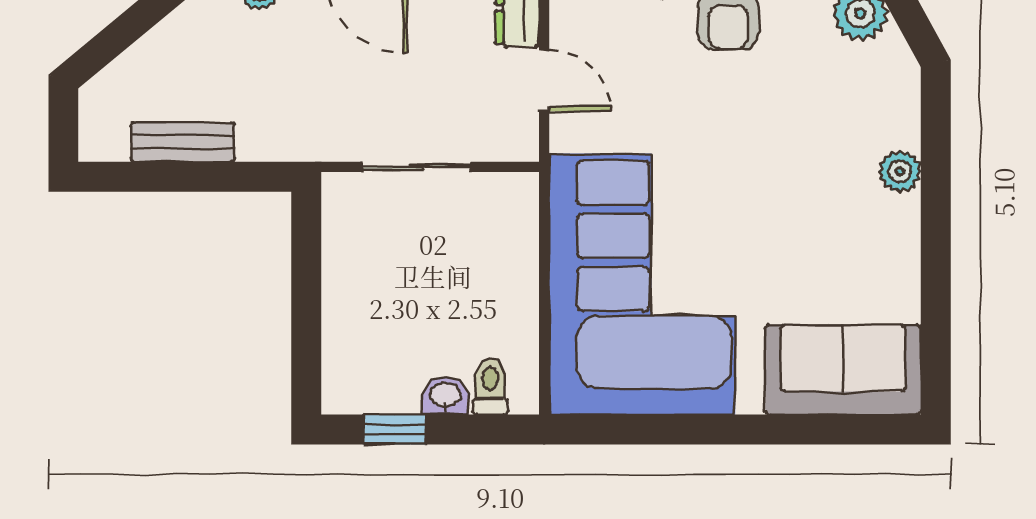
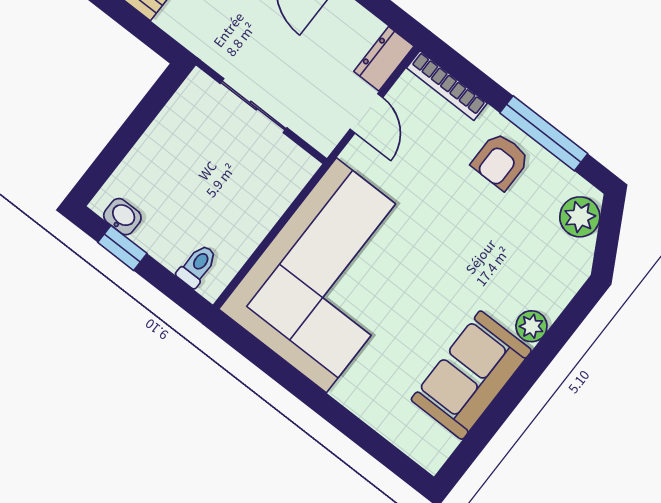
sofa: (843, 370) -> (471, 375), moved, turned -90
washbasin: (445, 396) -> (122, 217), moved

